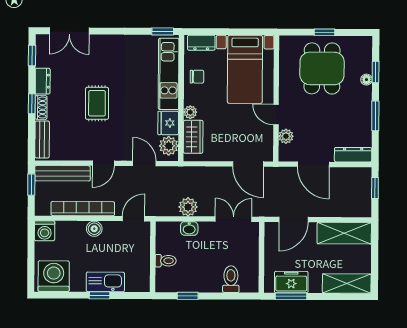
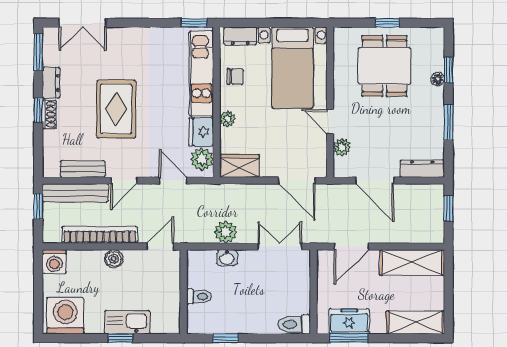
window: (32, 55) -> (38, 52), width x1.50
rug: (97, 103) -> (116, 109), width x1.36, depth x1.43
wardrobe: (193, 137) -> (239, 166), moved, turned -90
bench: (42, 139) -> (83, 169), moved, turned 90
toilet: (231, 279) -> (294, 324), moved, turned -90

